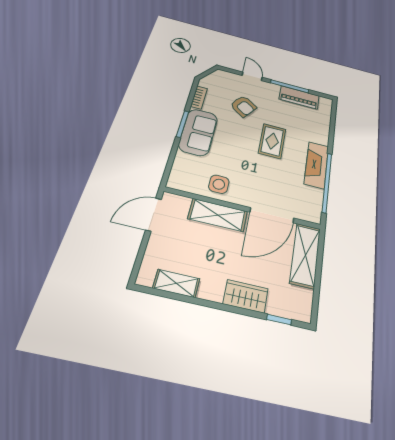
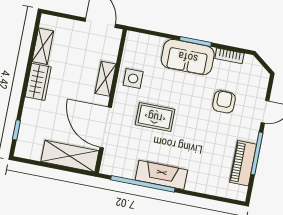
armchair: (243, 106) -> (224, 102), turned 145
rug: (272, 141) -> (155, 117), moved
shelving: (218, 215) -> (105, 79), width x0.67, depth x0.75
wardrobe: (246, 296) -> (38, 82), moved

